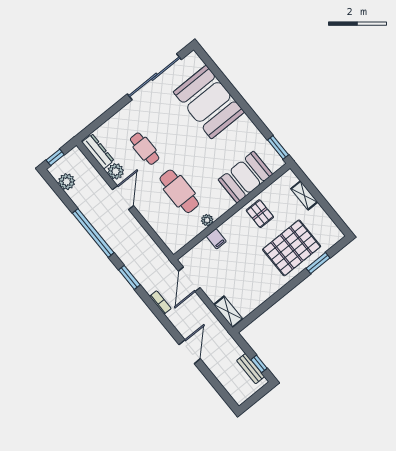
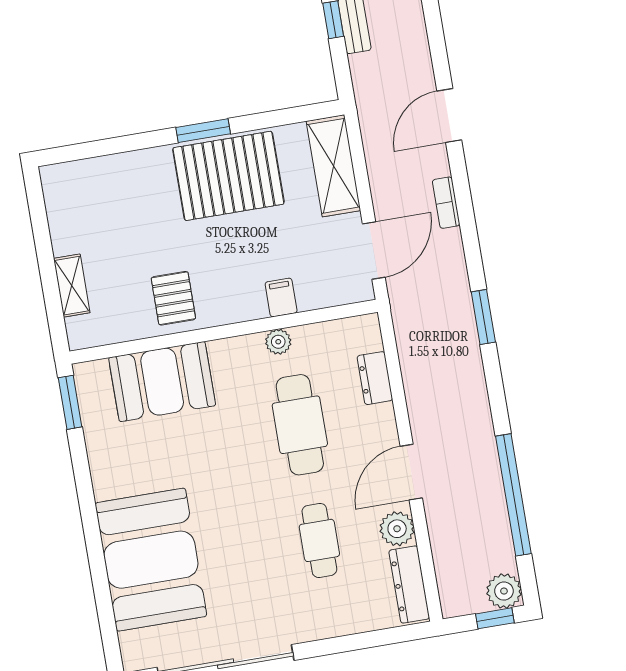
plant: (67, 182) -> (504, 591), moved
dresser: (159, 228) -> (375, 378), added
window: (93, 233) -> (513, 495), moved
pallet: (292, 248) -> (228, 176), moved
window: (318, 263) -> (203, 131), moved
bookcase: (160, 302) -> (446, 203), moved
shelving: (228, 312) -> (333, 166), width x1.50, depth x1.33

